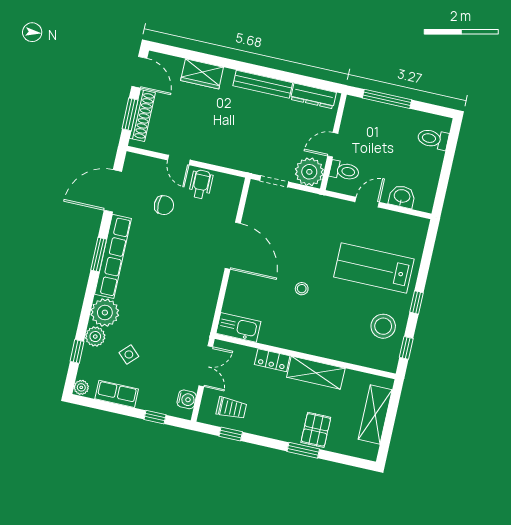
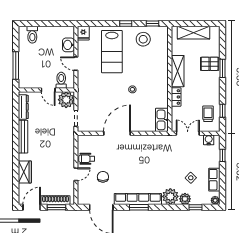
fridge: (416, 226) -> (83, 33), added

